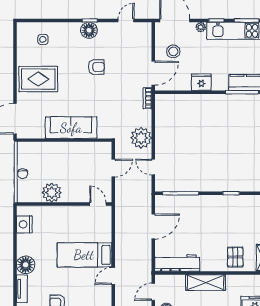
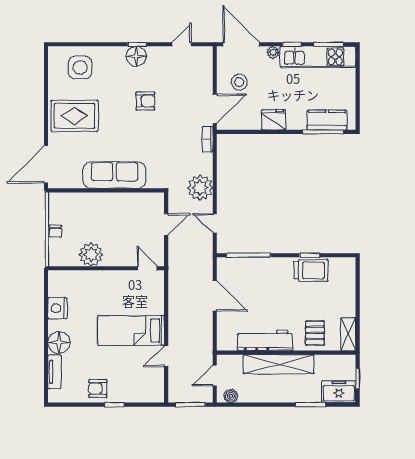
side table: (43, 39) -> (80, 67), width x1.87, depth x1.87
trolley: (232, 206) -> (311, 270), added
nightstand: (24, 224) -> (57, 308), moved
door: (153, 226) -> (215, 296), hinge flipped
workbench: (177, 263) -> (265, 340), moved
shelving: (206, 283) -> (279, 364), width x1.47

